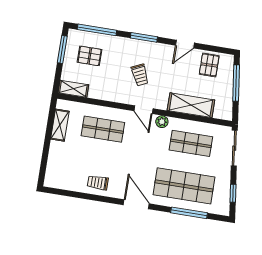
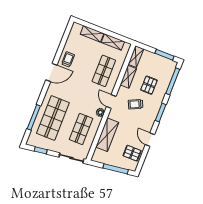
pallet: (90, 56) -> (149, 85), moved
shelving: (104, 93) -> (128, 77), added
door: (143, 110) -> (111, 102), hinge flipped
shelving: (55, 157) -> (92, 34), added
door: (136, 204) -> (51, 73), moved

